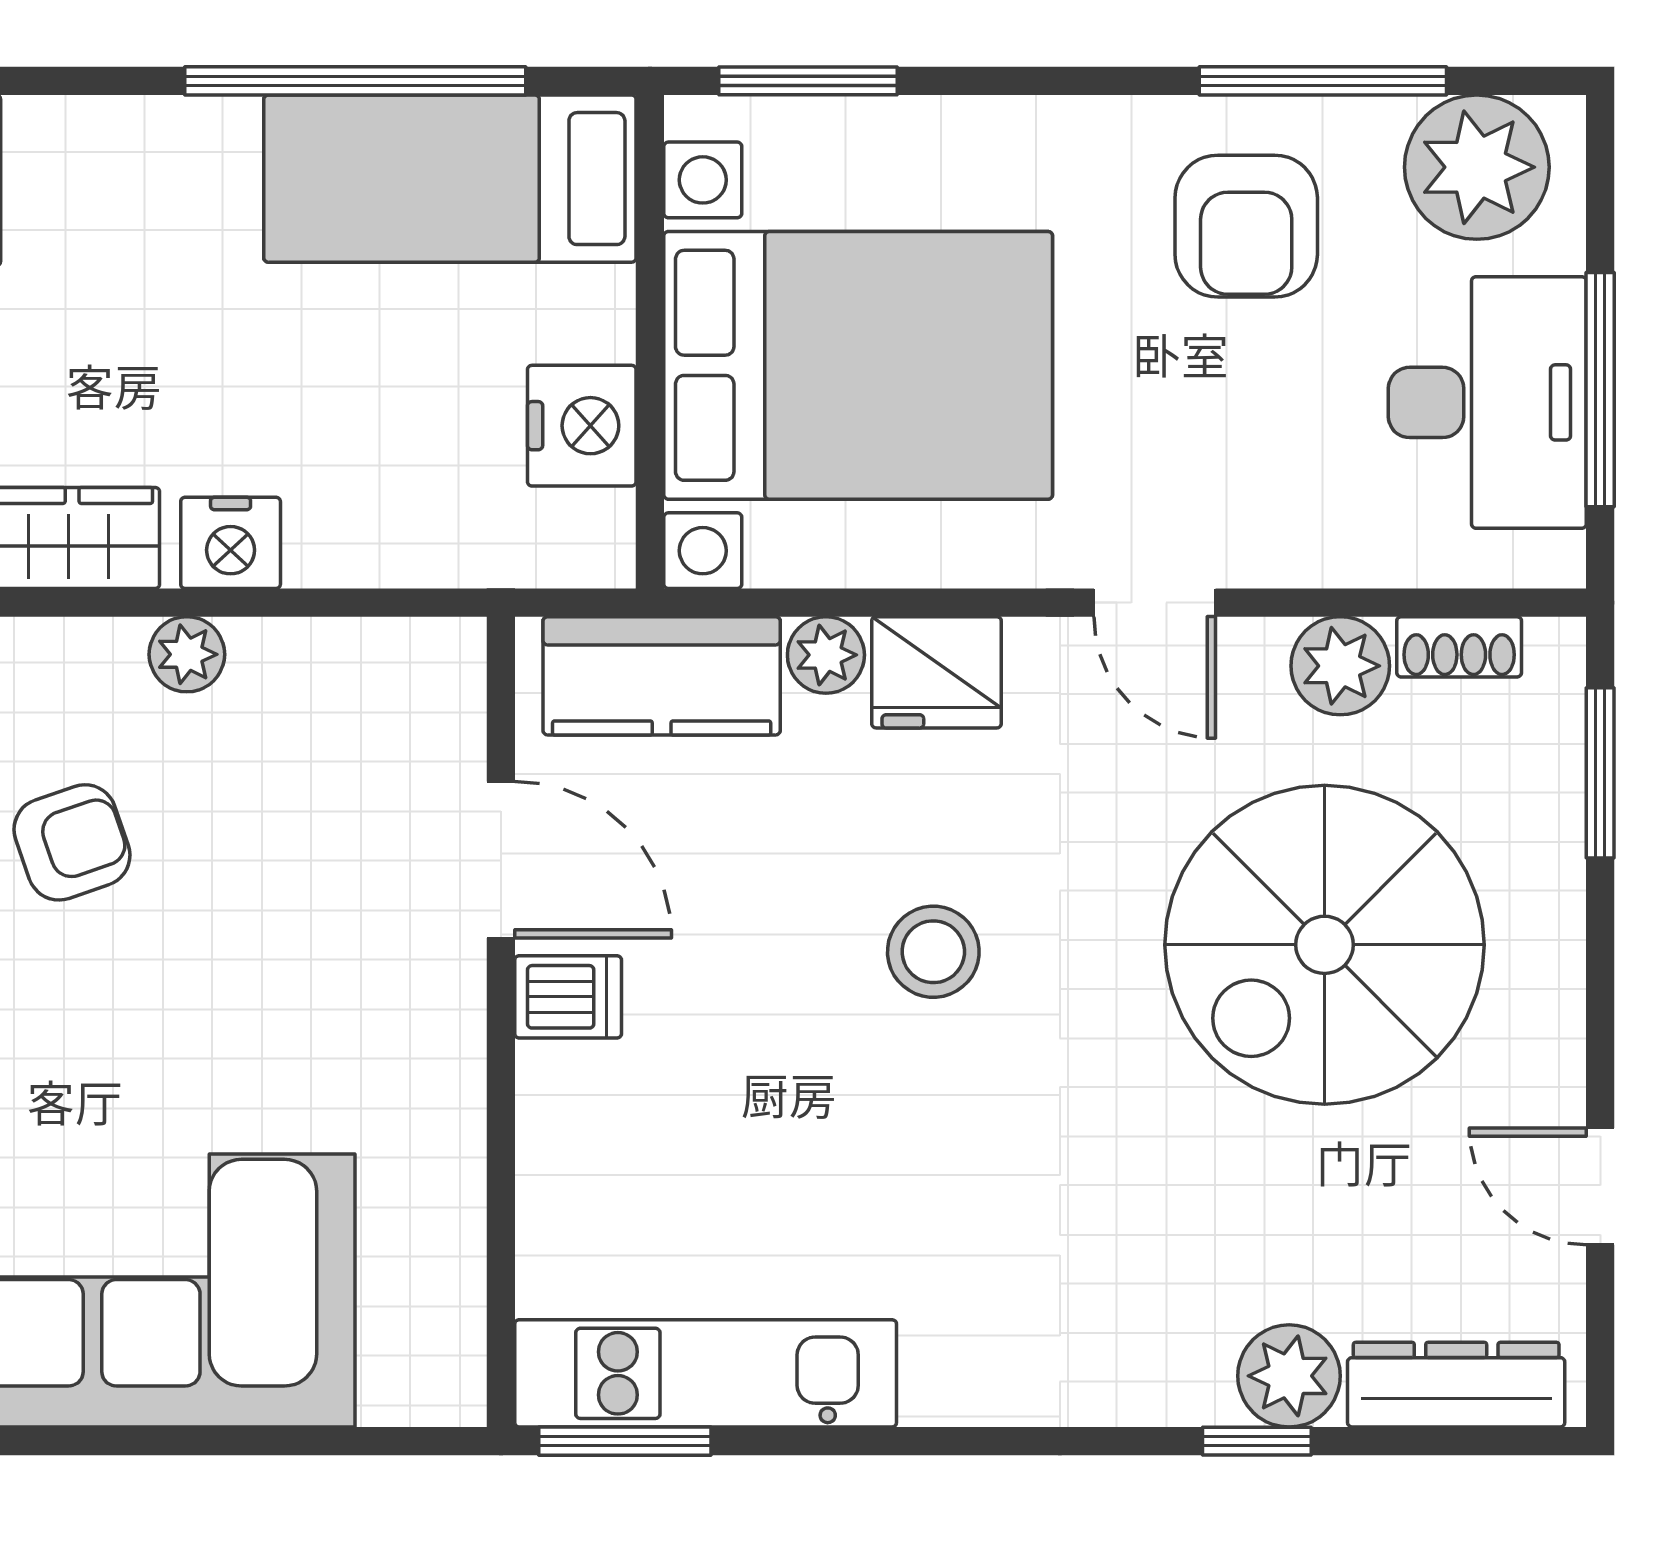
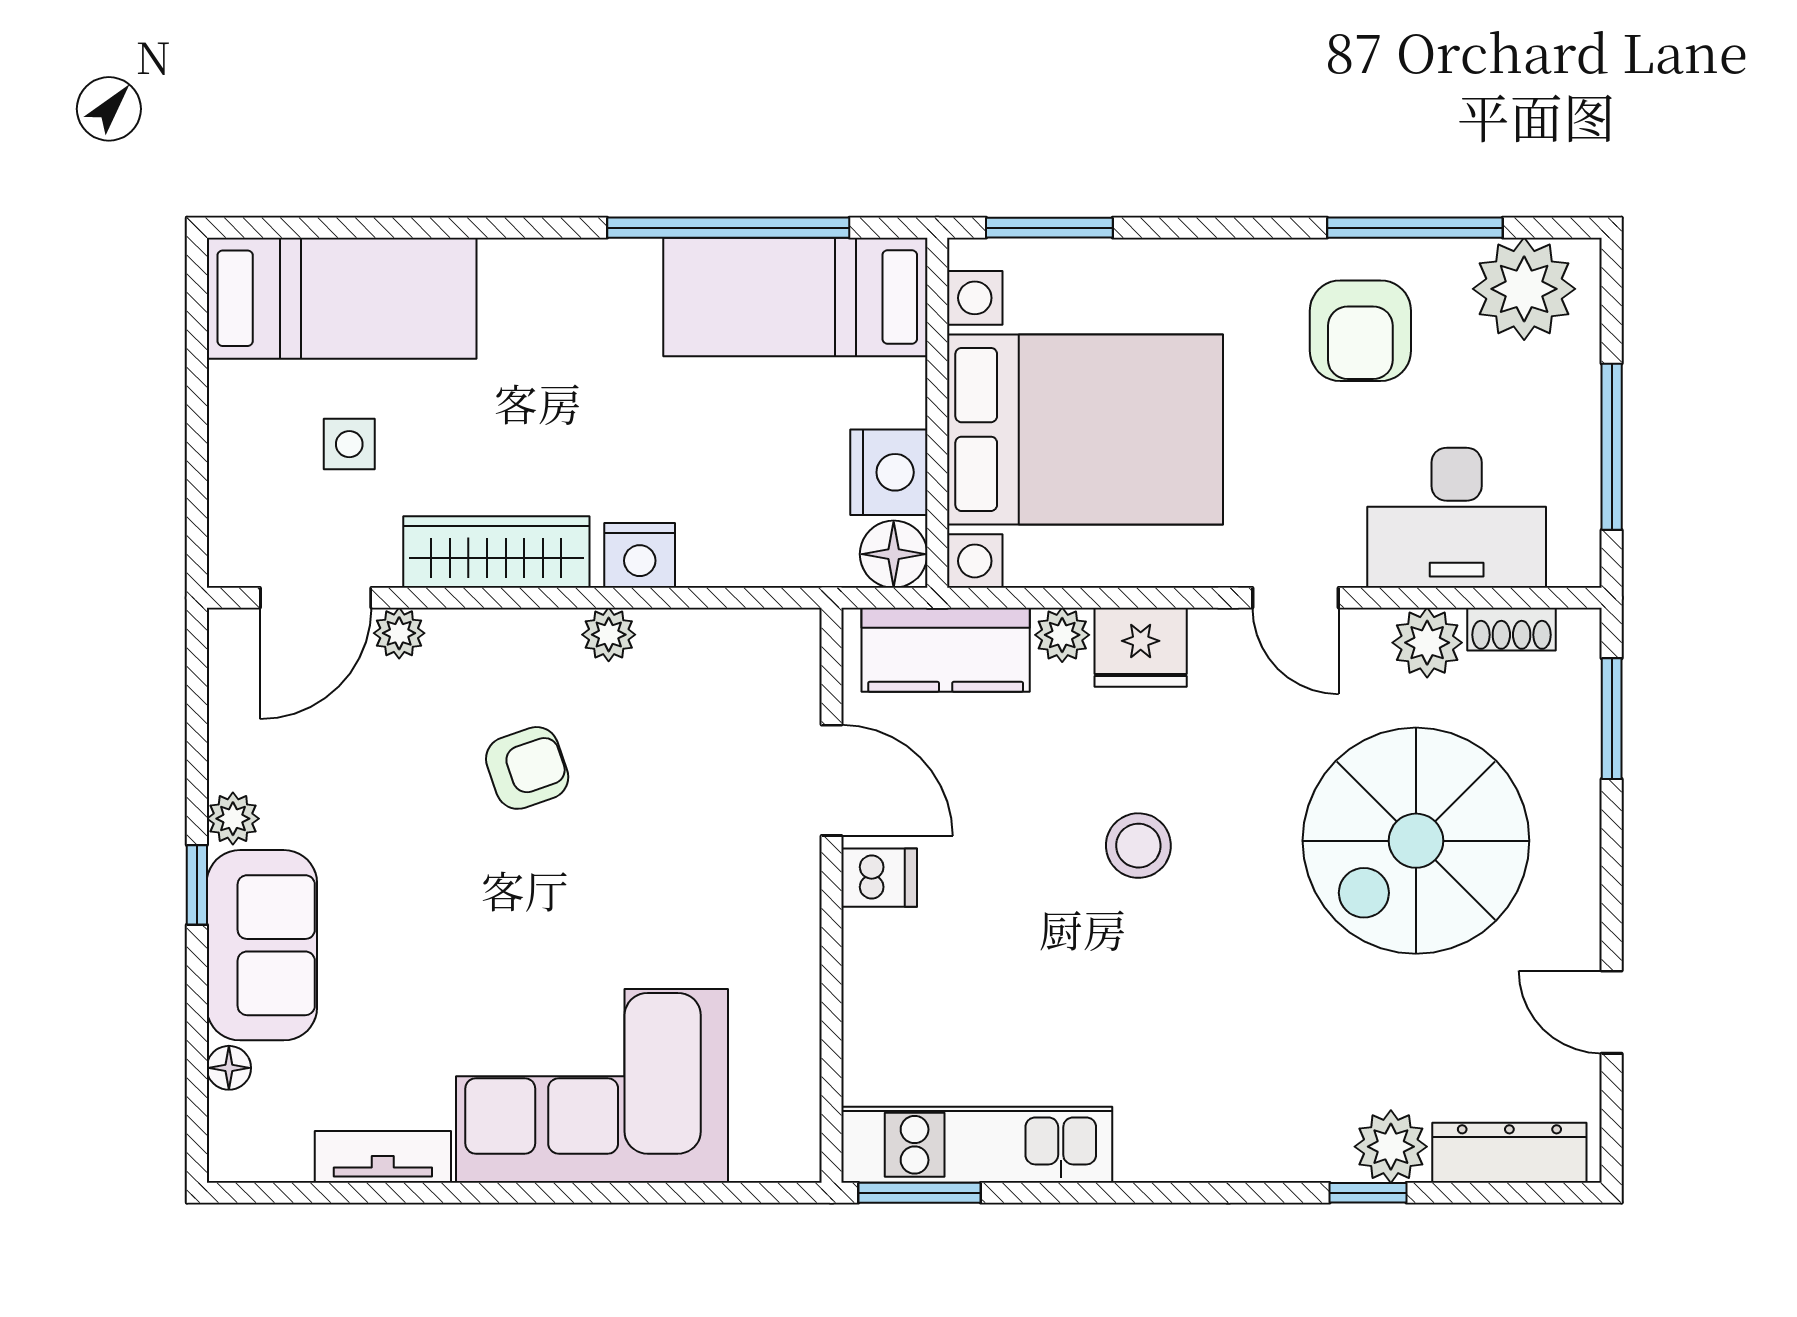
desk: (1487, 402) -> (1457, 518), moved, turned 90
floor lamp: (588, 541) -> (894, 554), added

